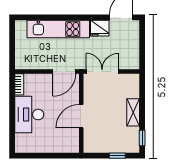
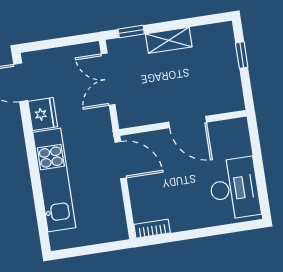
double door: (102, 71) -> (108, 79), moved
desk: (29, 115) -> (234, 188), moved, turned -90
window: (142, 138) -> (131, 31), moved

